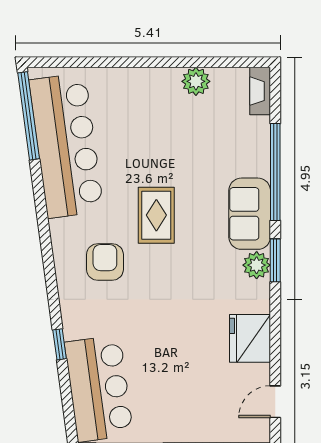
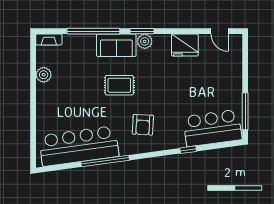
window: (29, 116) -> (105, 161), moved
rug: (156, 215) -> (119, 85), moved
armchair: (105, 262) -> (143, 125), turned -87

